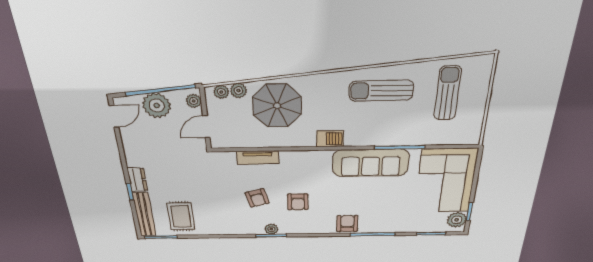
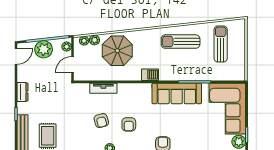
dresser: (137, 180) -> (23, 92), moved

